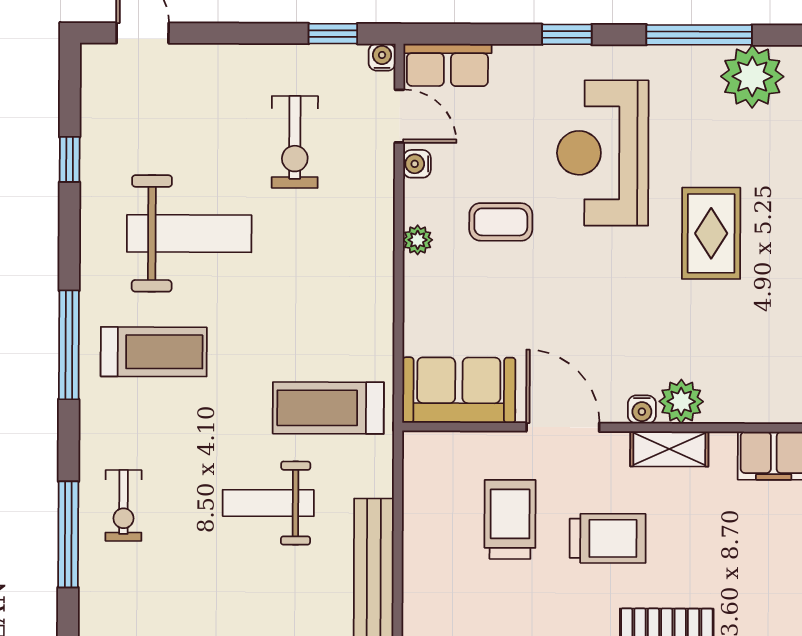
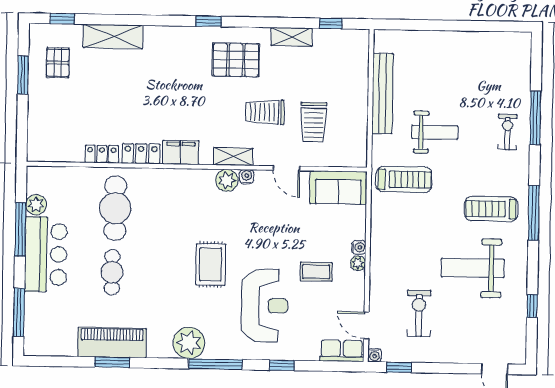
water cooler: (417, 164) -> (359, 247), moved
door: (563, 427) -> (286, 168), width x0.73

